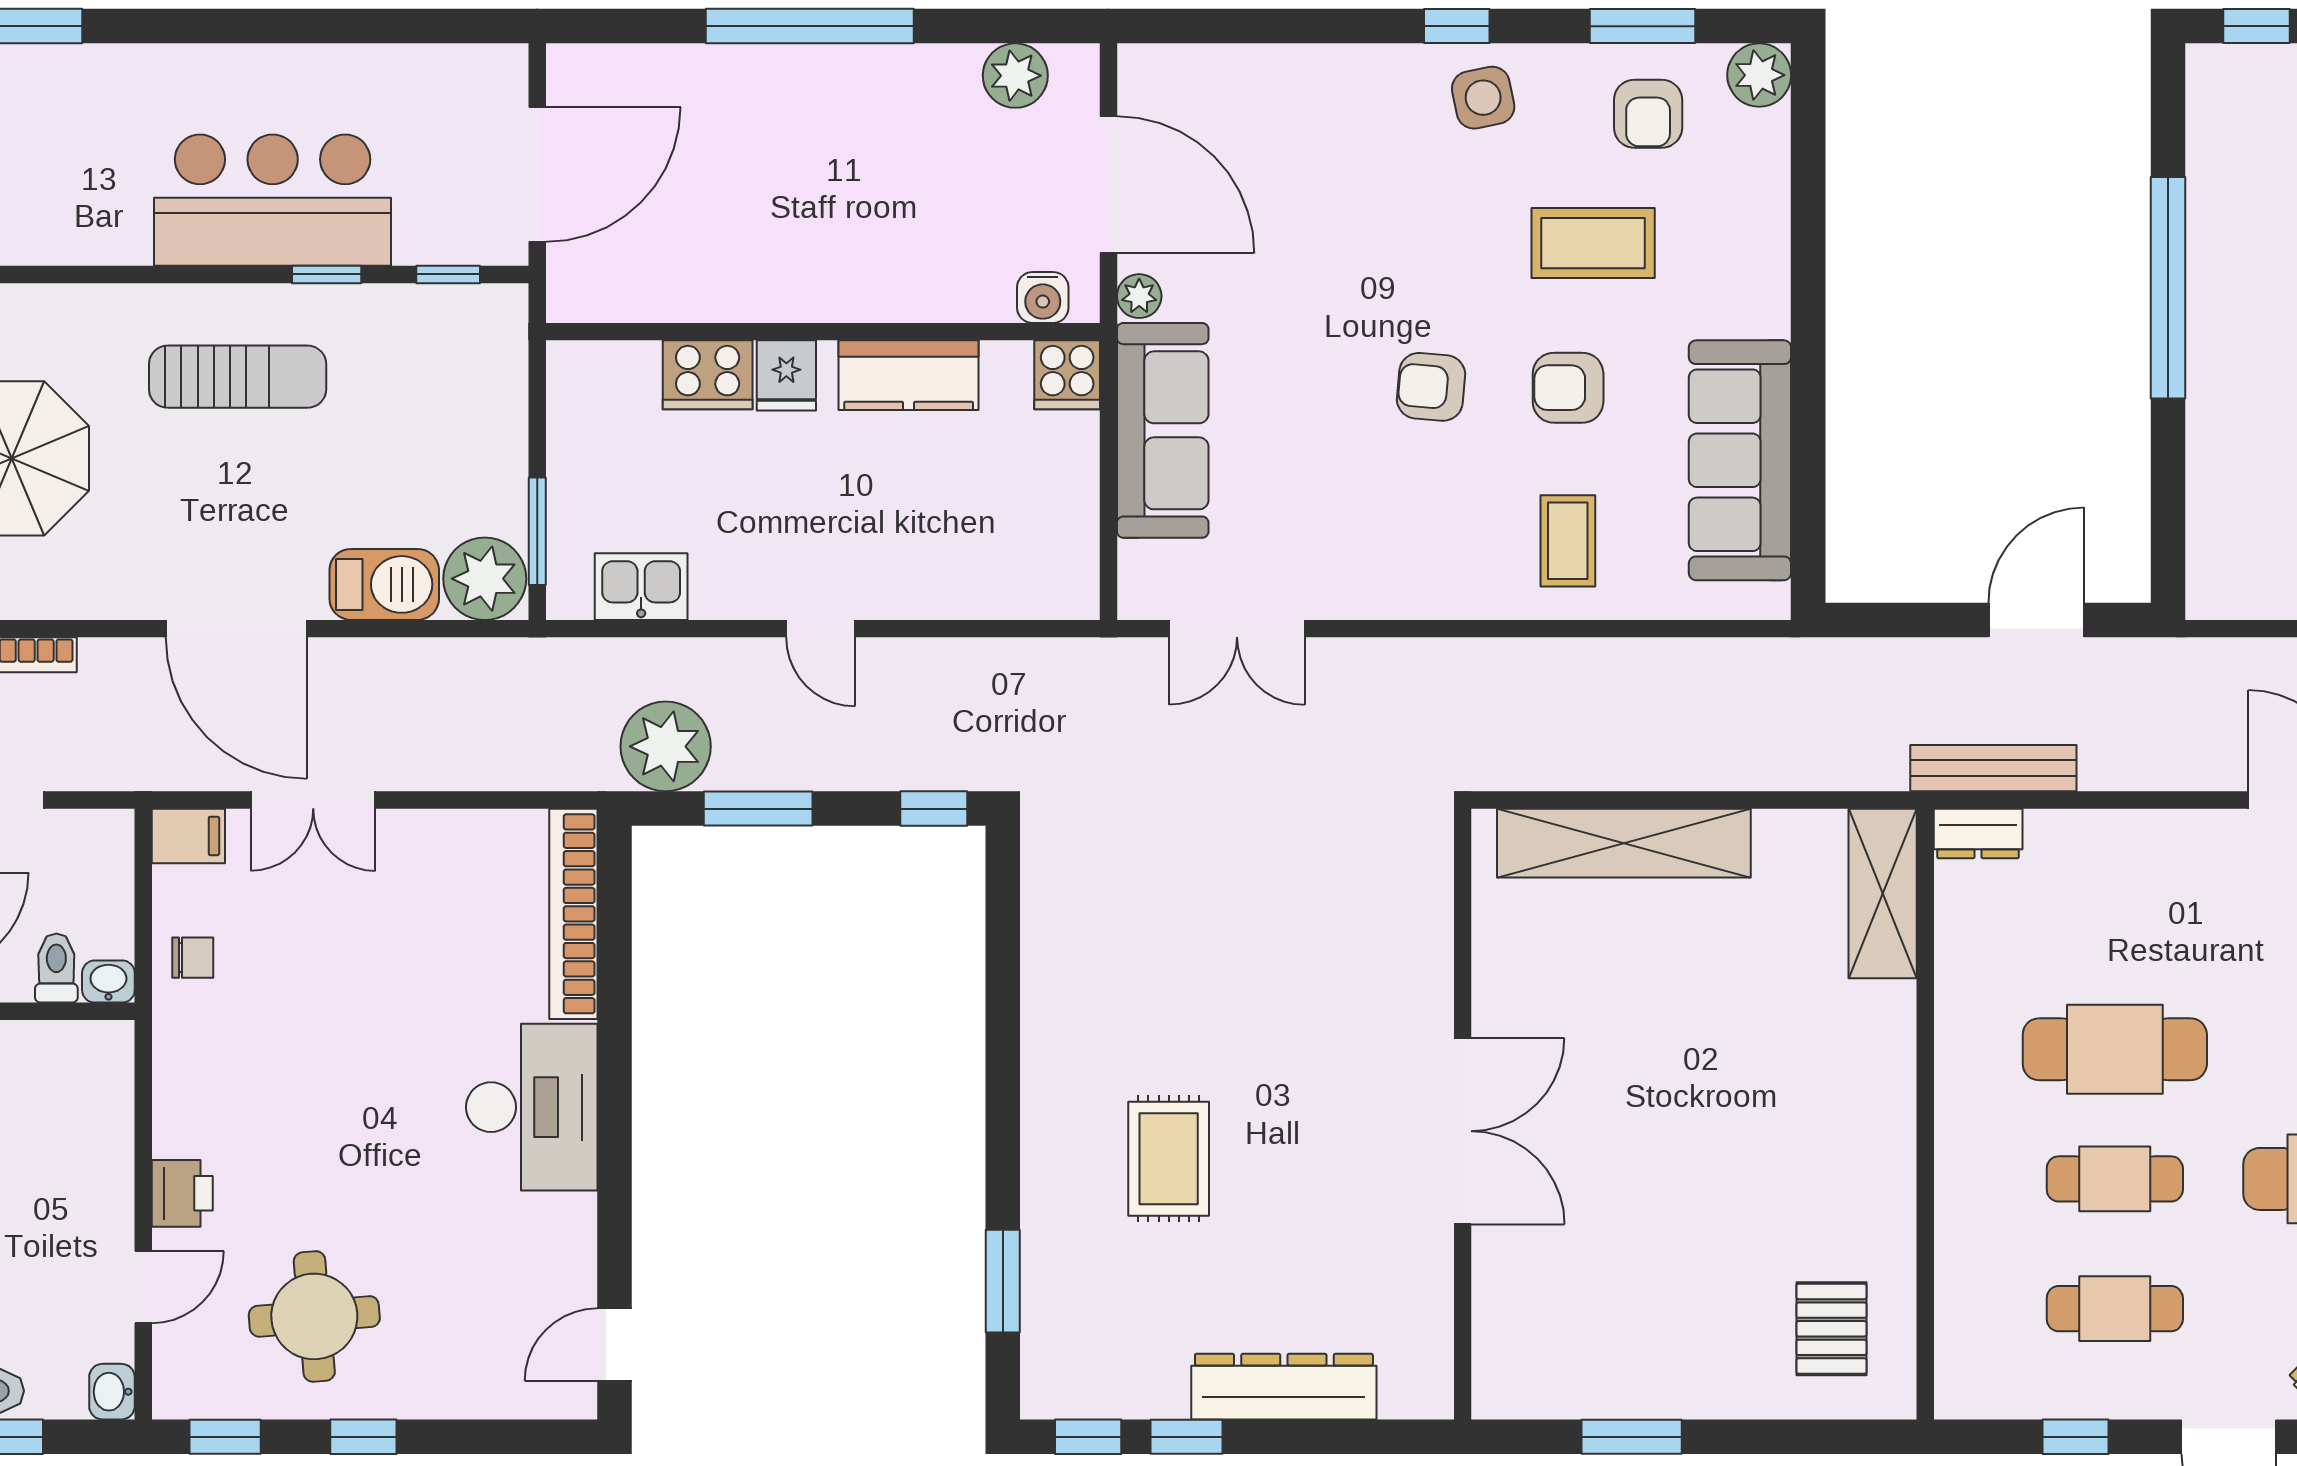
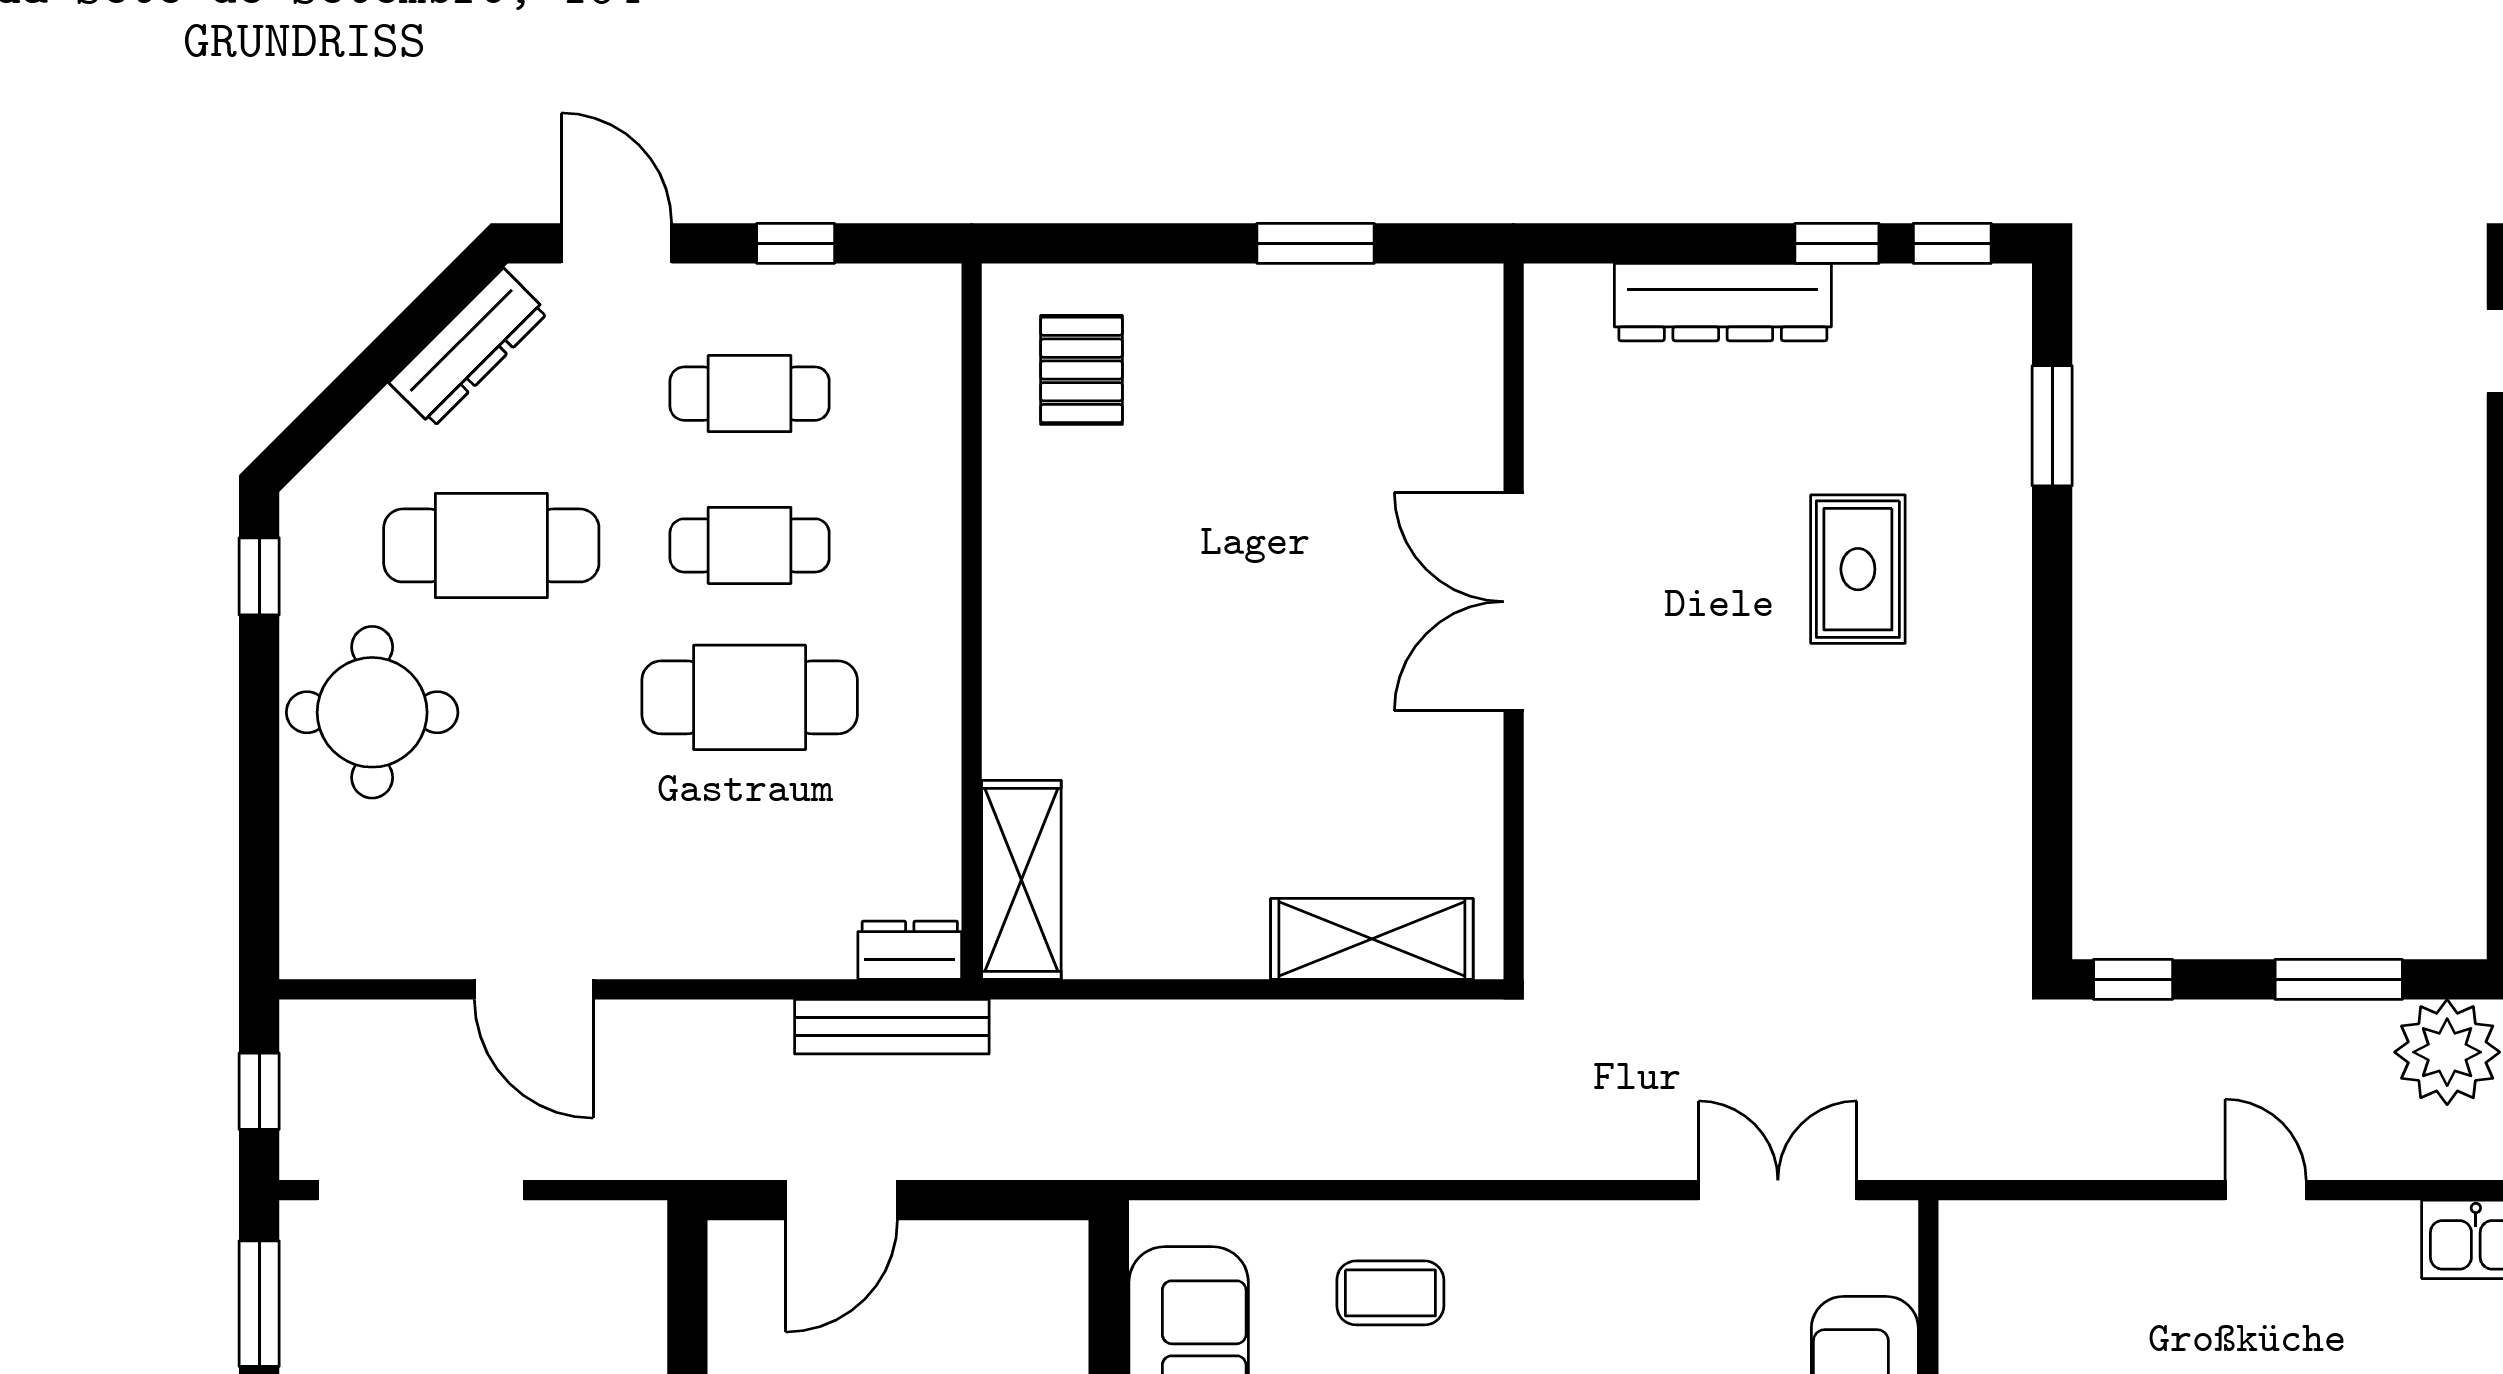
coffee table: (1568, 541) -> (1390, 1293), turned 90
shelving: (1624, 843) -> (1372, 939), width x0.68

